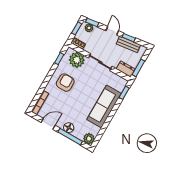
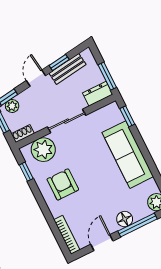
door: (112, 31) -> (36, 78), hinge flipped

